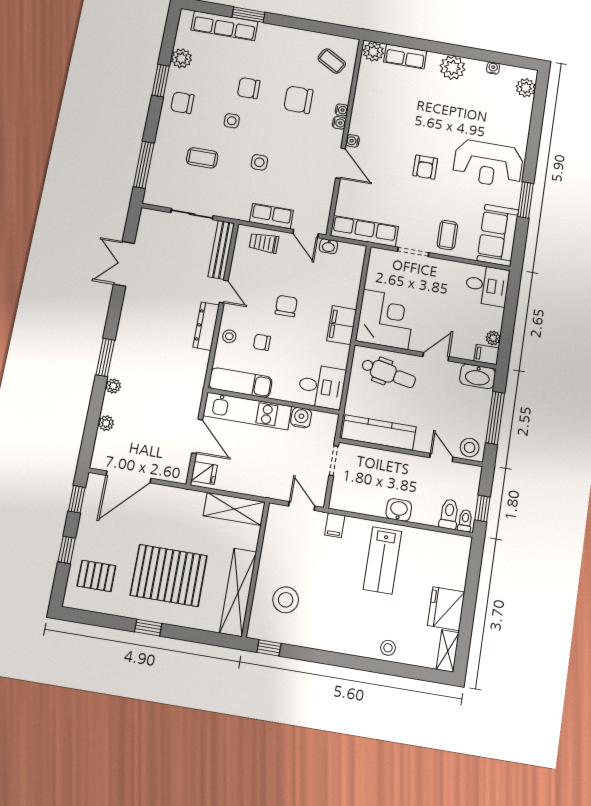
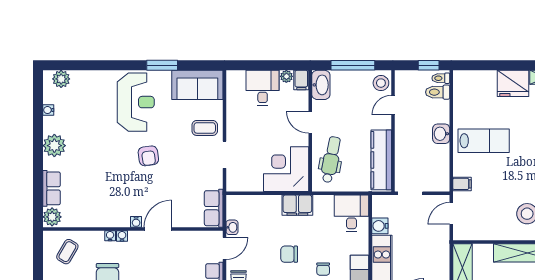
armchair: (425, 167) -> (148, 156), turned 82
row of seats: (364, 231) -> (214, 208), width x0.68
desk: (487, 285) -> (263, 88), moved

